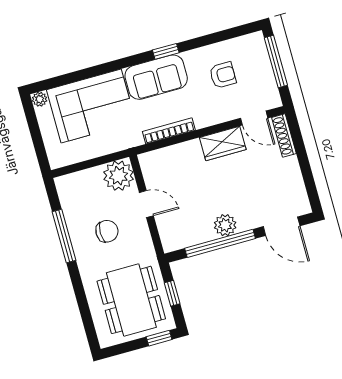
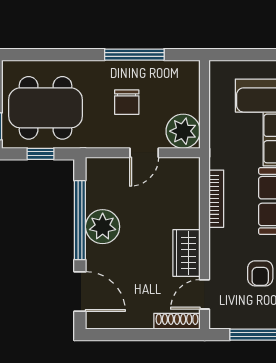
plant: (225, 225) -> (103, 227), width x1.36, depth x1.36
door: (282, 226) -> (80, 292), swing flipped

